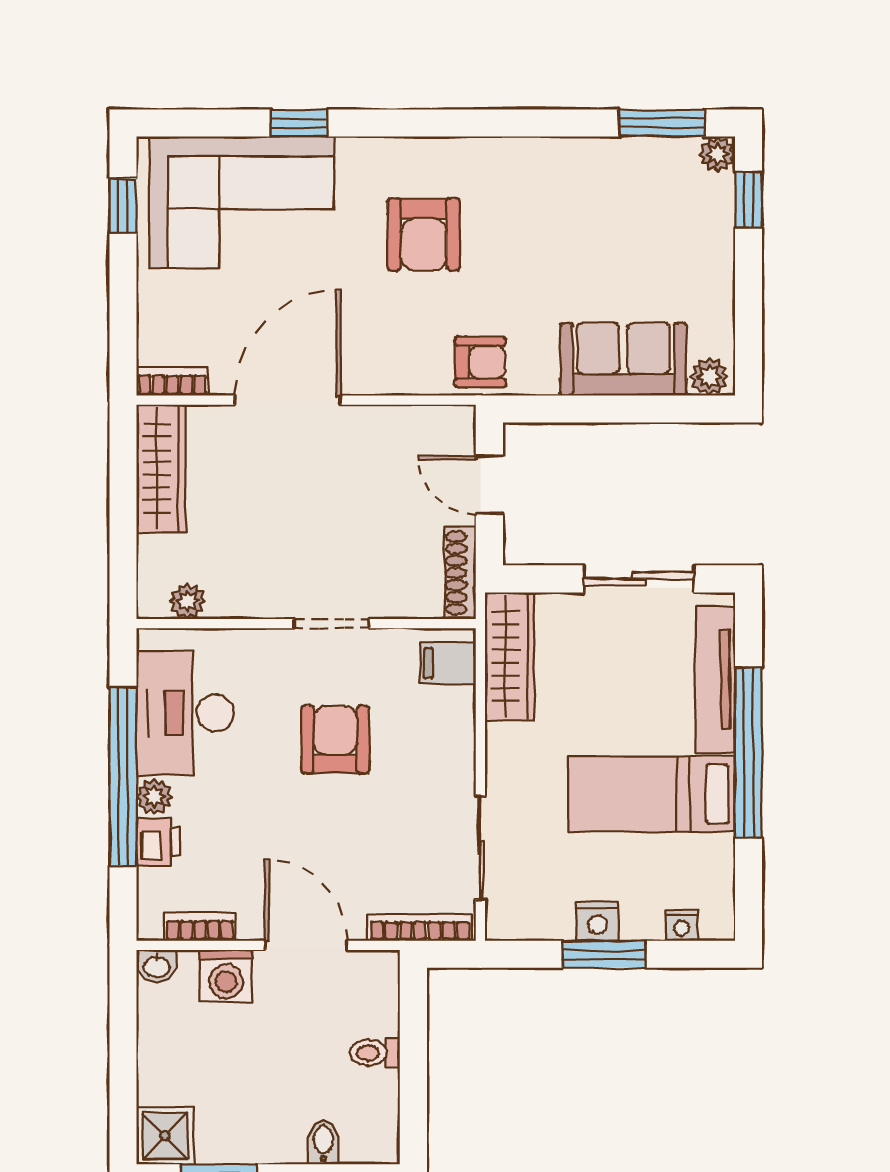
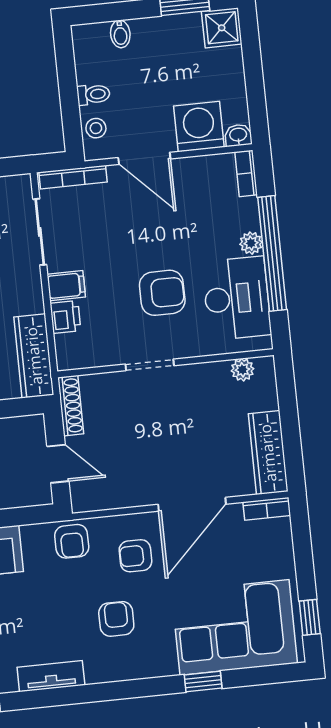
tv unit: (534, 156) -> (51, 676), added
armchair: (424, 234) -> (116, 619), width x0.72, depth x0.72
armchair: (384, 329) -> (135, 556), added
armchair: (480, 362) -> (72, 541), turned -90
filing cabinet: (448, 663) -> (66, 286), moved
armchair: (335, 740) -> (162, 293), moved, turned -90
printer: (158, 842) -> (65, 317), moved, turned 180
bookcase: (200, 927) -> (246, 173), moved, turned 90
washing machine: (226, 976) -> (199, 127), width x1.37, depth x1.37
stool: (377, 1000) -> (96, 128), added

